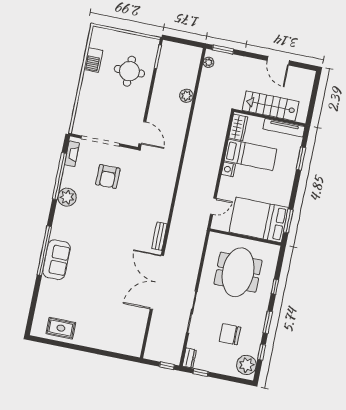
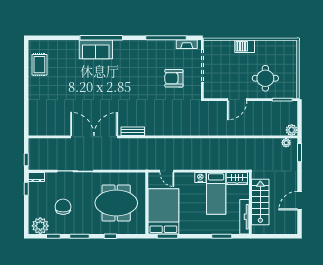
barbecue: (93, 60) -> (245, 46), moved
plant: (186, 96) -> (292, 130), moved
door: (142, 133) -> (237, 100), moved
plant: (67, 197) -> (150, 48), removed

